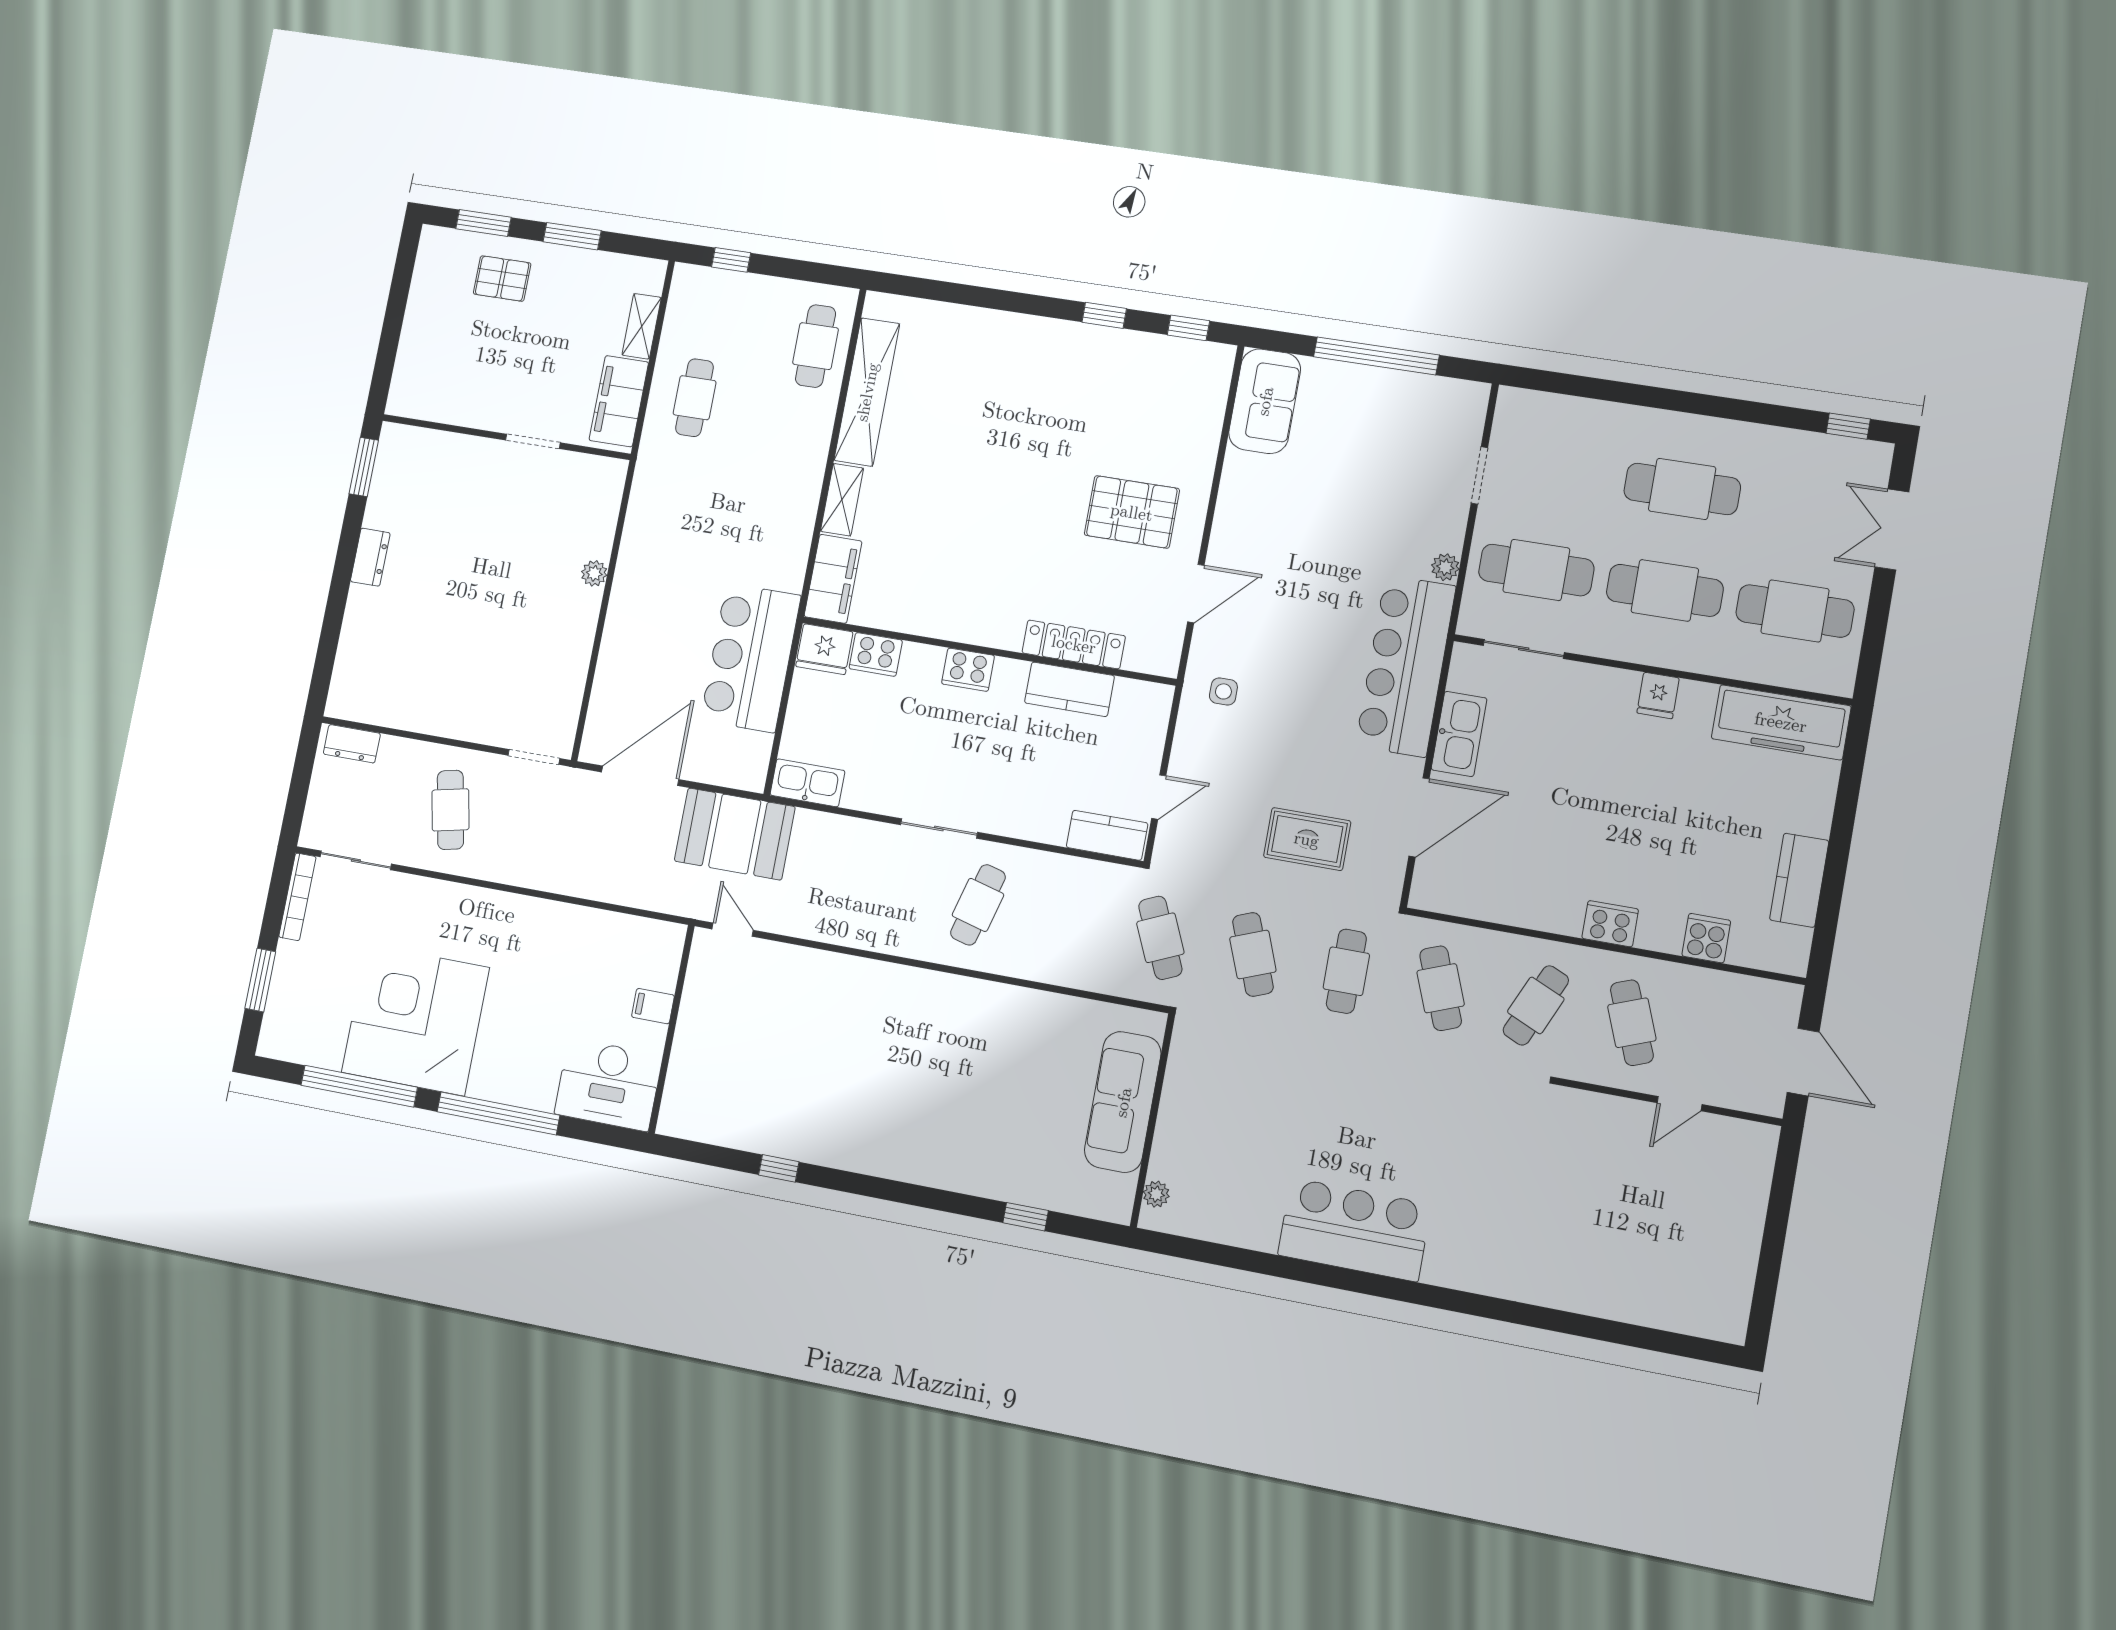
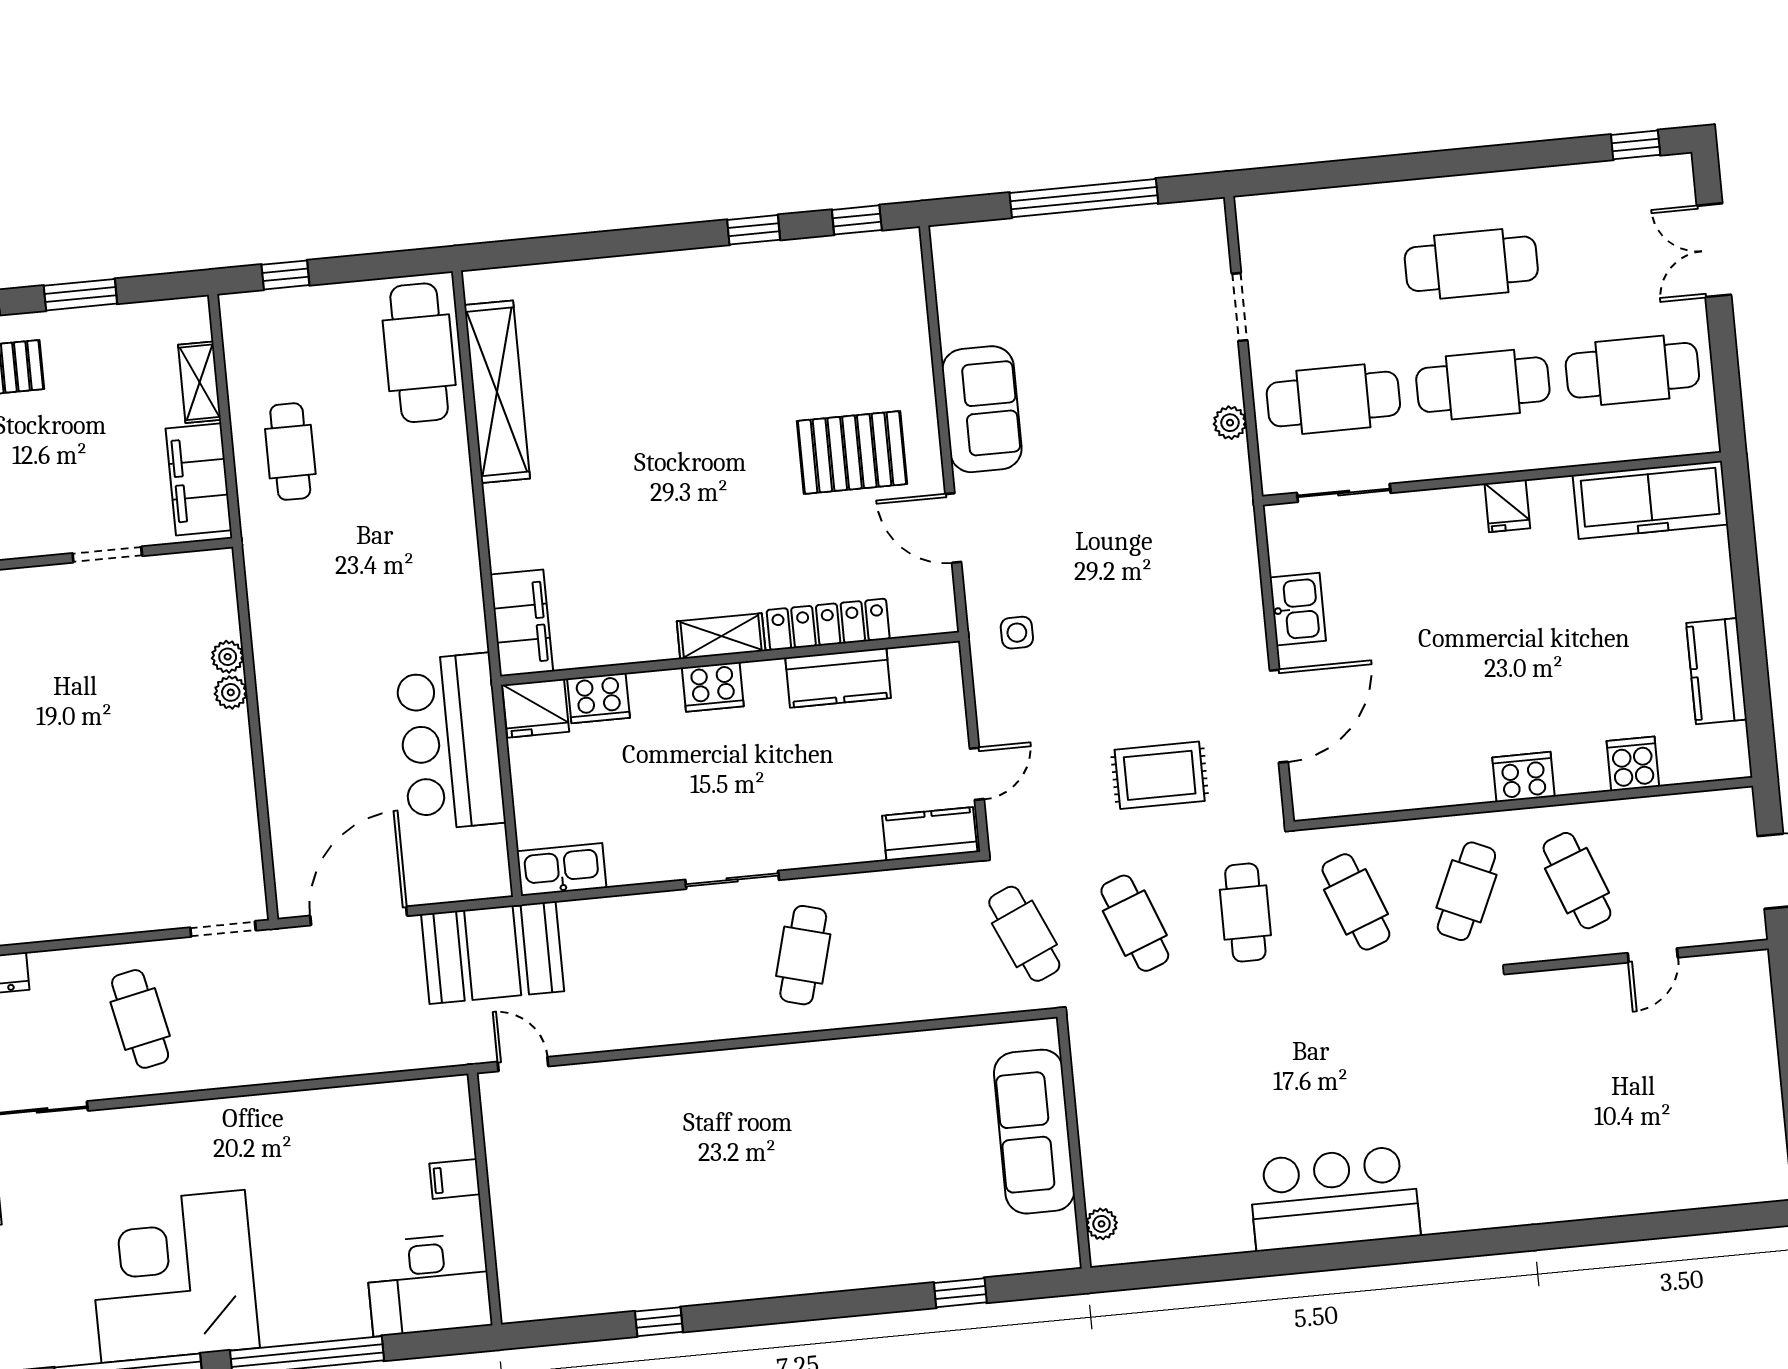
cafe table: (816, 346) -> (419, 353), width x1.37, depth x1.35
sofa: (1265, 401) -> (982, 409), moved
shelving: (842, 500) -> (721, 636), moved, turned 90
plant: (600, 545) -> (228, 657), added
door: (1196, 594) -> (953, 528), swing flipped
bar counter: (1406, 666) -> (1216, 548), removed
kitchen sink: (1459, 734) -> (1298, 609), width x0.73

